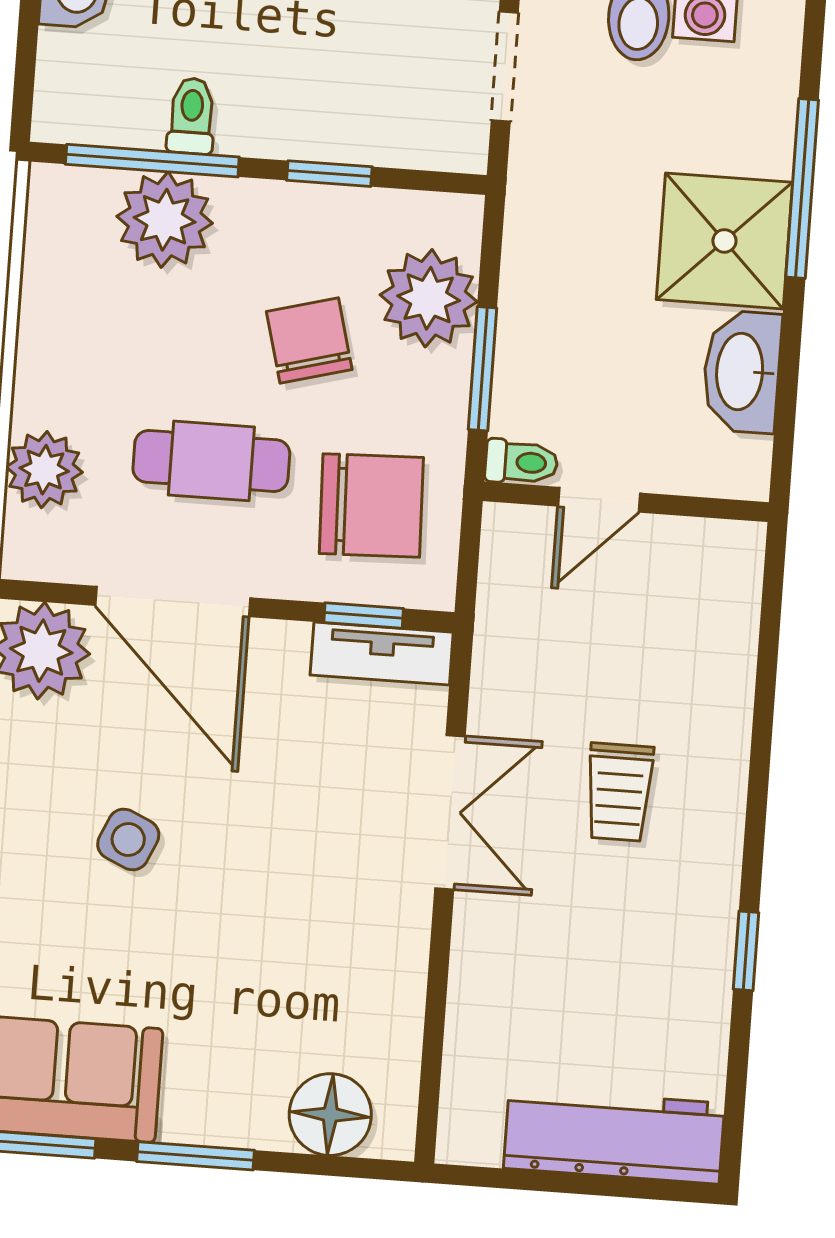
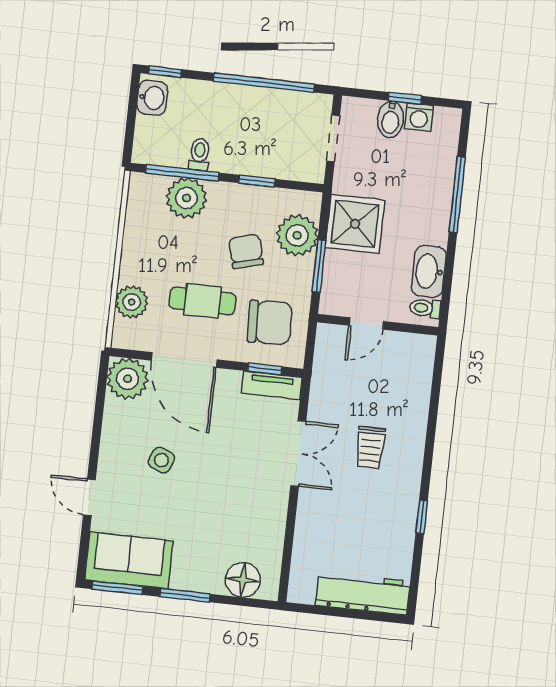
shower: (724, 241) -> (355, 224), moved
toilet: (521, 462) -> (425, 308), moved, turned 180

